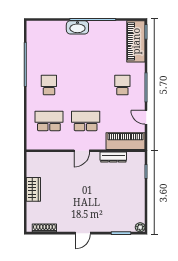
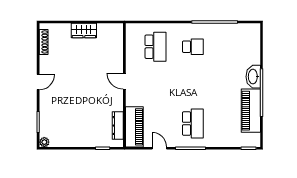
piano: (136, 41) -> (251, 111), moved, turned -90
school desk: (122, 85) -> (193, 124), width x1.85
door: (146, 117) -> (159, 148), hinge flipped
school desk: (86, 121) -> (155, 85), removed
dresser: (113, 157) -> (118, 126), moved
door: (83, 233) -> (38, 82), swing flipped

